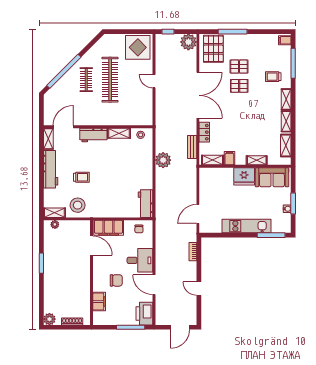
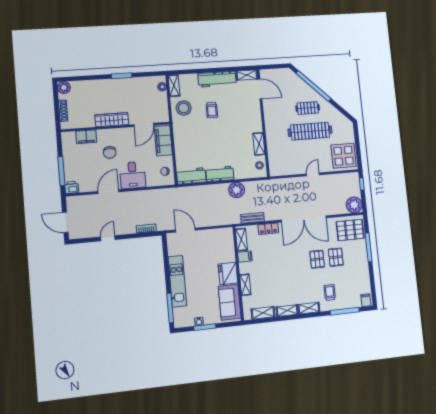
workbench: (93, 135) -> (220, 174), moved, turned 90
wardrobe: (84, 276) -> (112, 120), added
printer: (144, 314) -> (72, 187), width x0.53, depth x0.68

